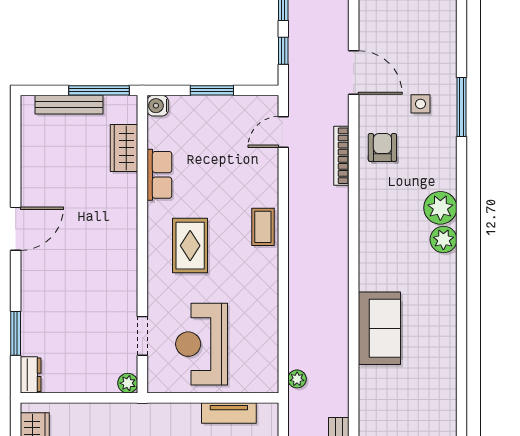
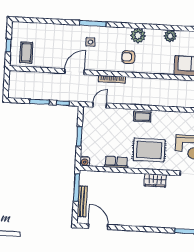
door: (283, 132) -> (100, 105), swing flipped
armchair: (382, 147) -> (128, 57), moved
wardrobe: (124, 148) -> (155, 180), moved
door: (16, 229) -> (98, 227), moved
plant: (443, 239) -> (170, 36), moved
rug: (190, 246) -> (149, 150), width x1.36, depth x1.43

